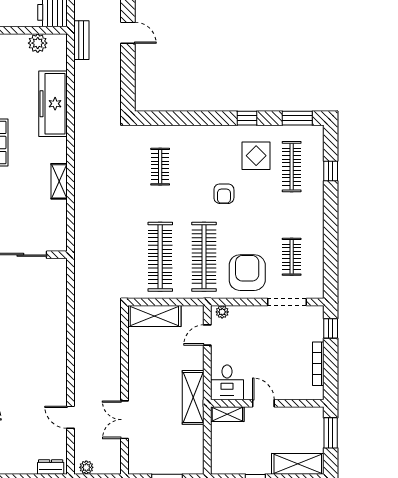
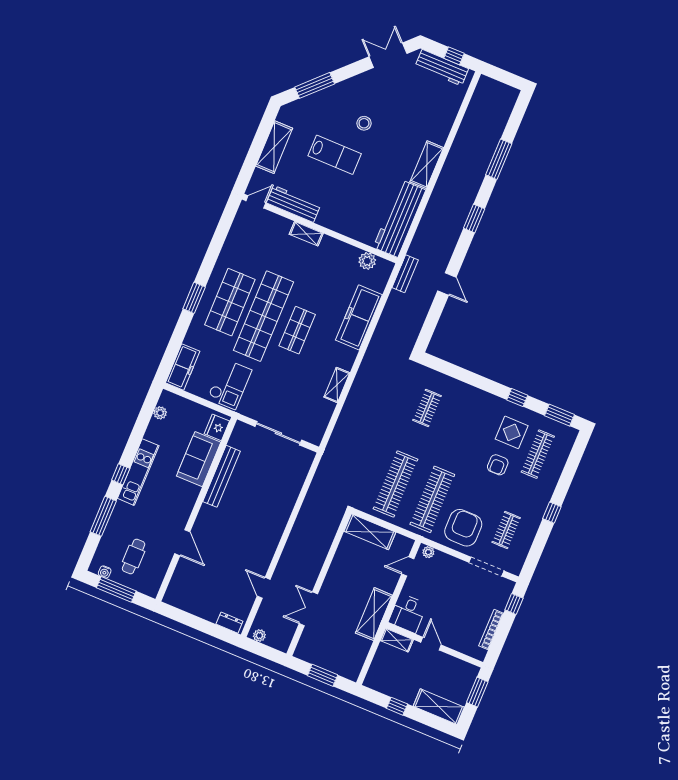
window: (331, 171) -> (552, 513), moved
armchair: (224, 194) -> (498, 465), moved

